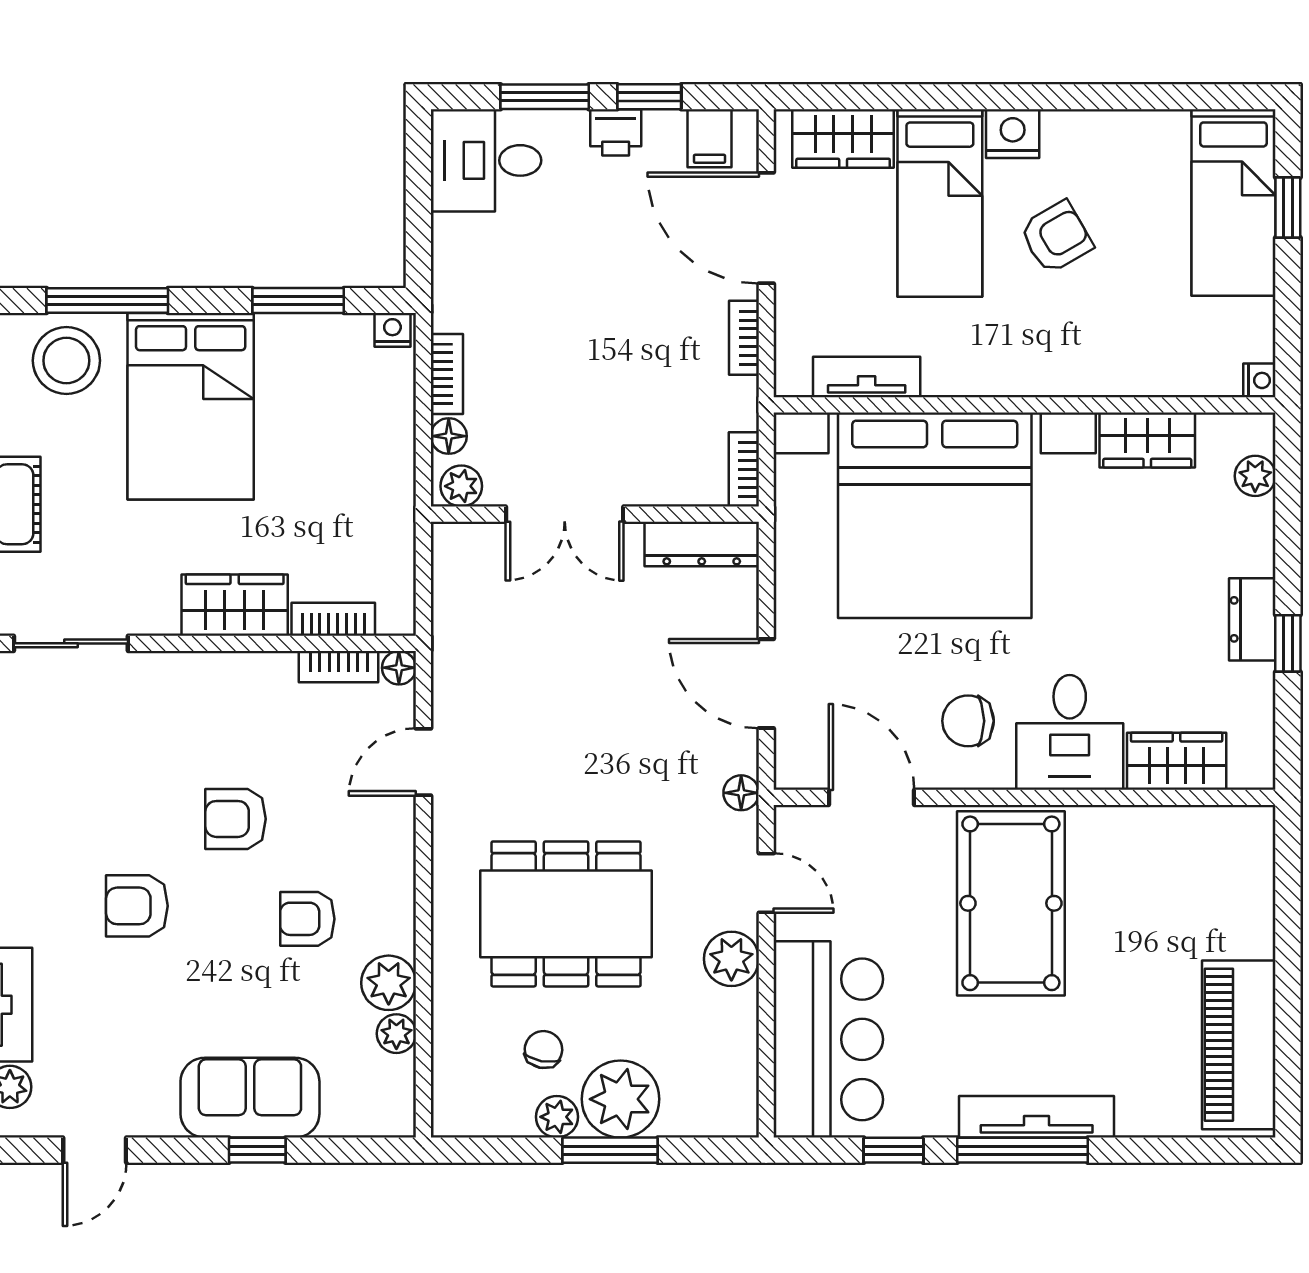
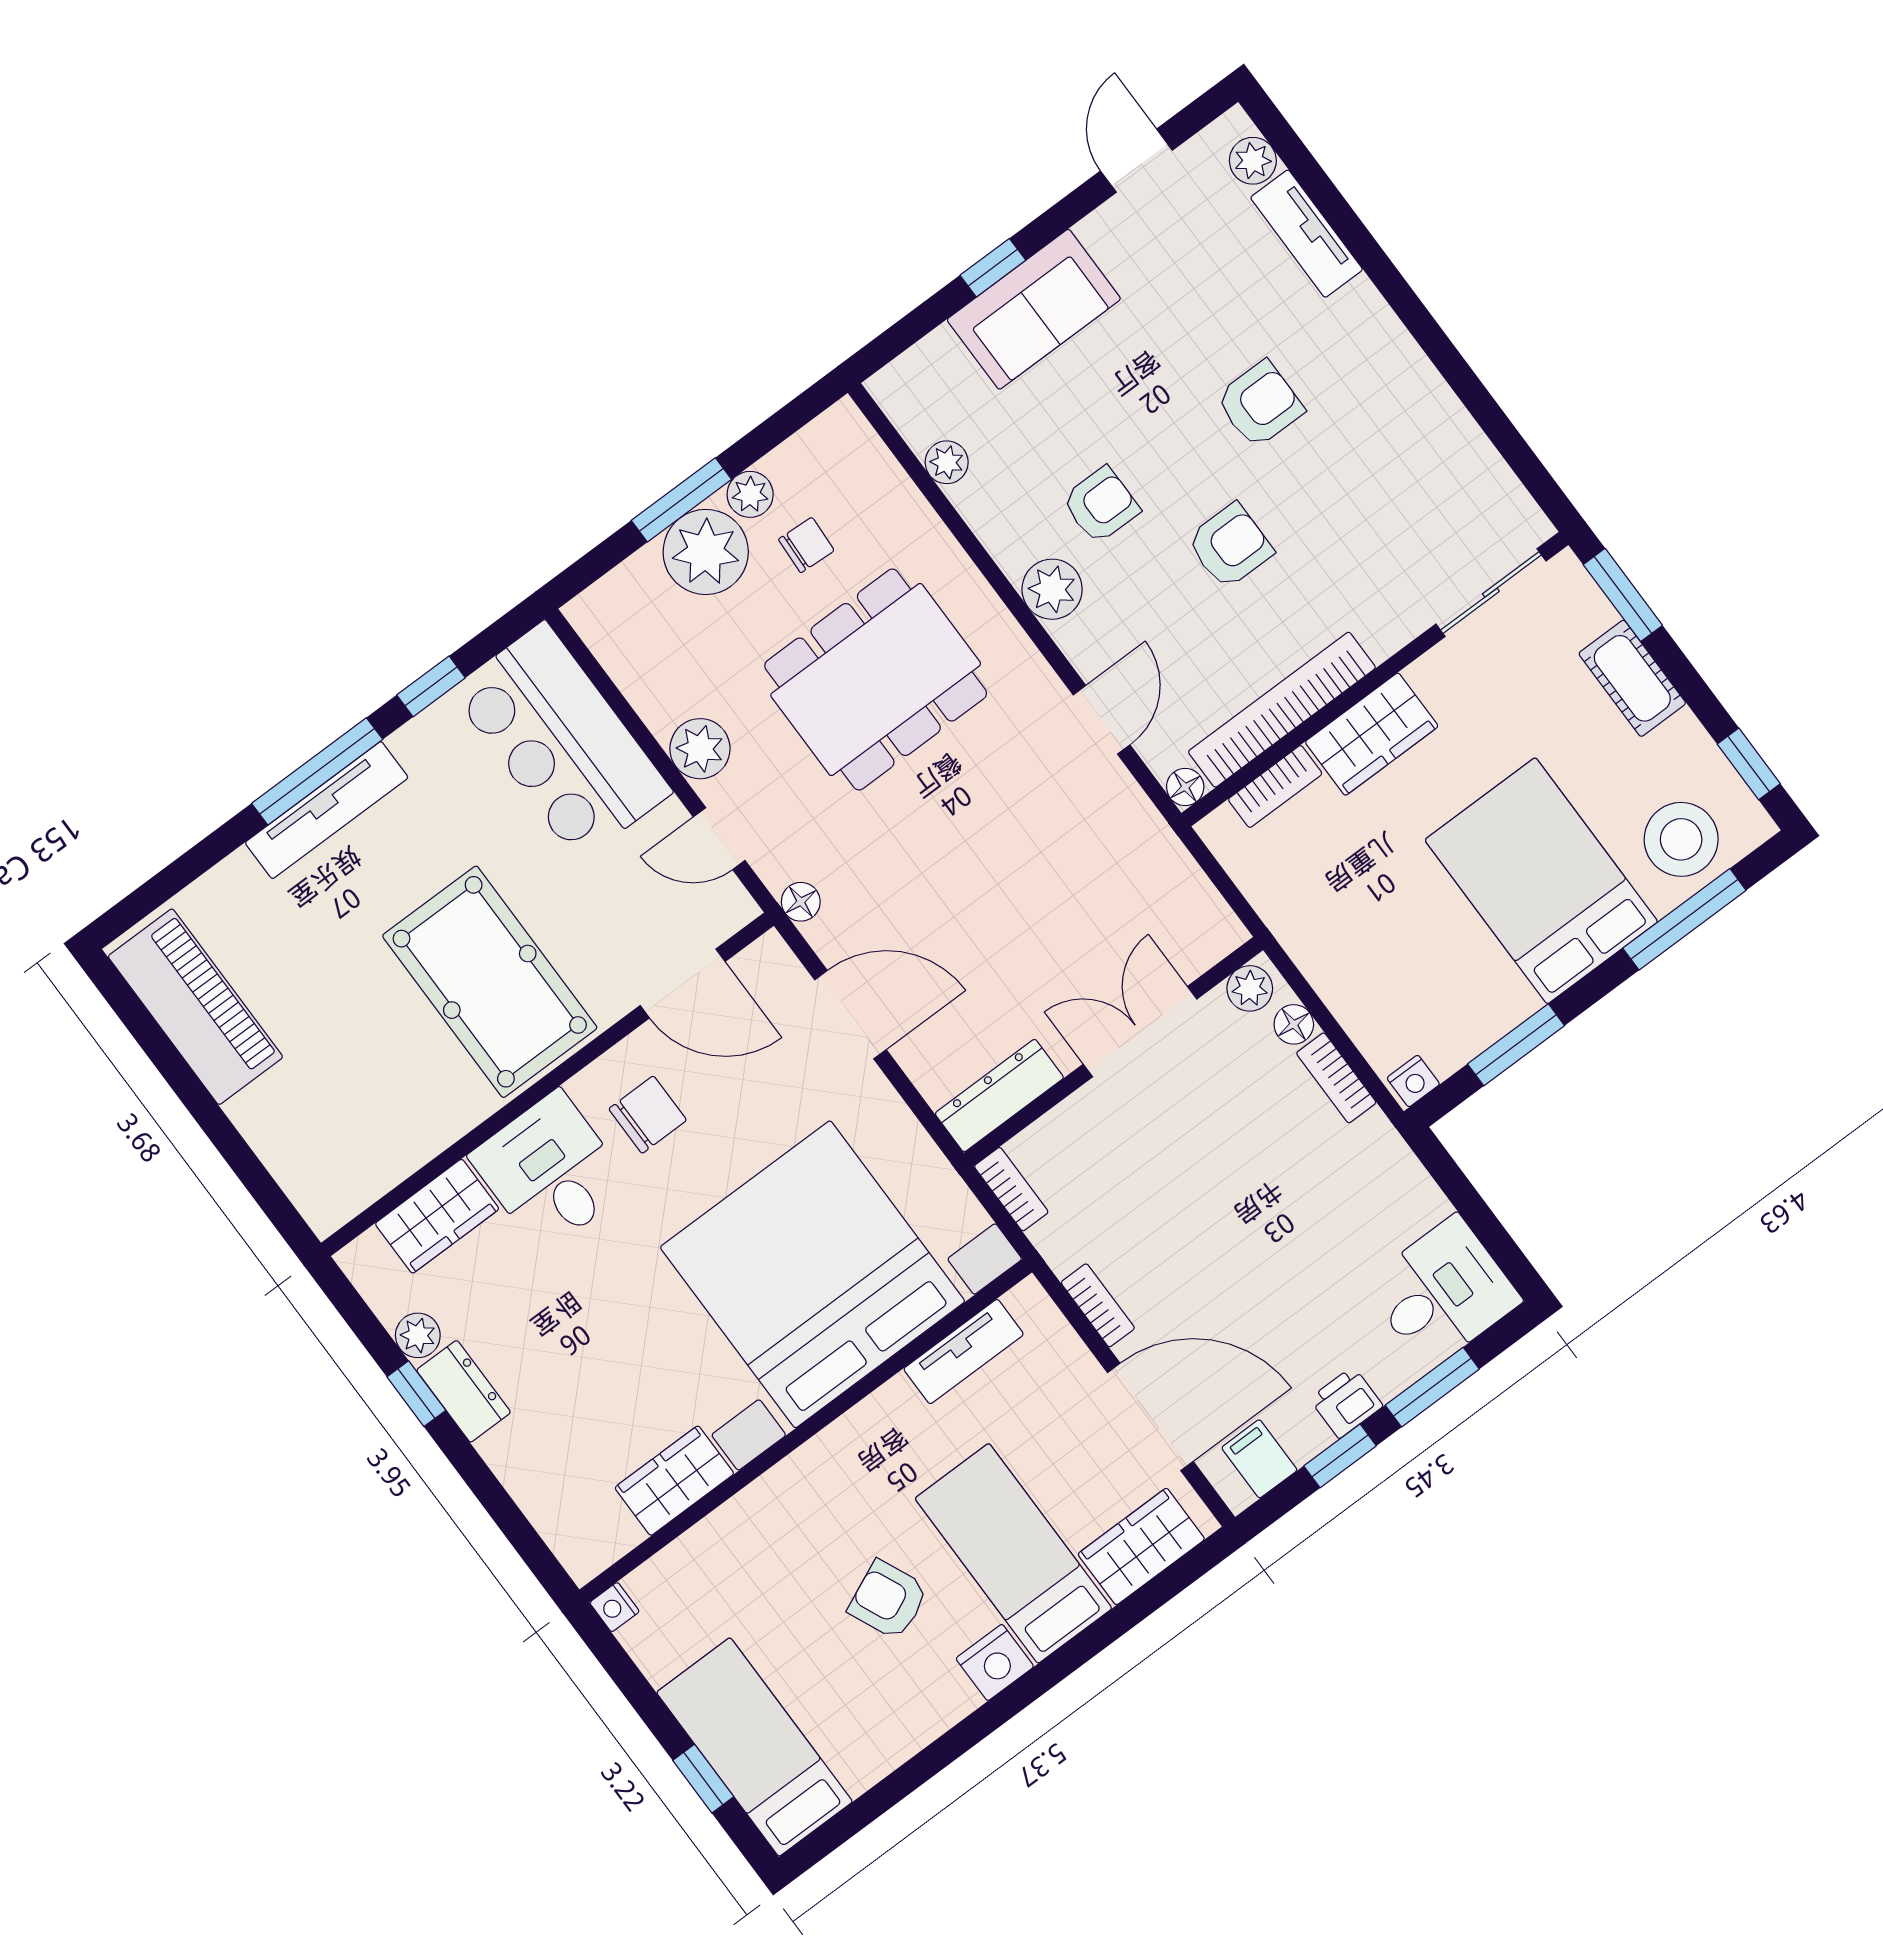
armchair: (1056, 237) -> (888, 1600), turned 96
plant: (1255, 476) -> (418, 1335), moved
bookcase: (339, 667) -> (1282, 710), width x2.31, depth x1.31
plant: (389, 983) -> (1052, 589), moved
chair: (543, 1050) -> (806, 545), turned -98

